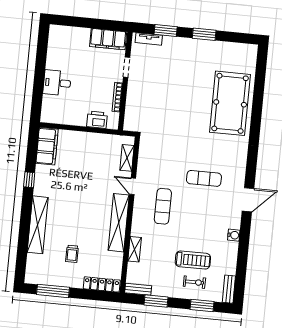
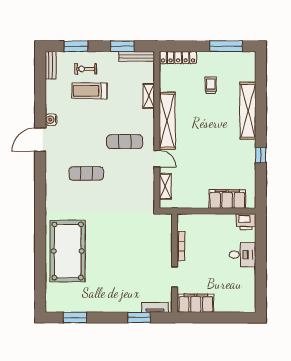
window: (204, 34) -> (75, 317), moved
printer: (97, 120) -> (246, 222), moved
filing cabinet: (47, 146) -> (227, 199), moved, turned 90
door: (248, 200) -> (40, 140), moved
exercise mat: (163, 206) -> (125, 142), turned 90
bench: (138, 289) -> (137, 56), width x1.36

